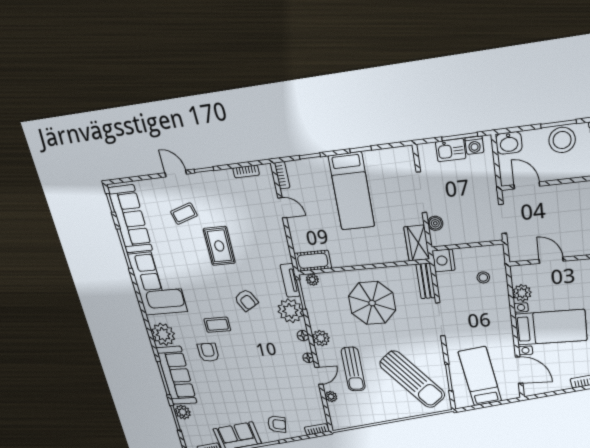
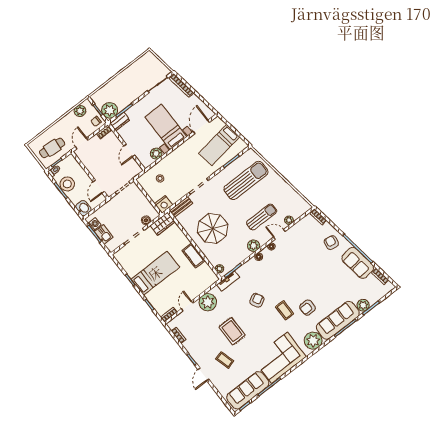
rug: (219, 246) -> (232, 331), turned 90
cot: (313, 261) -> (194, 256), moved
plant: (290, 311) -> (208, 302), moved
sun lounger: (412, 379) -> (246, 180), turned 40

